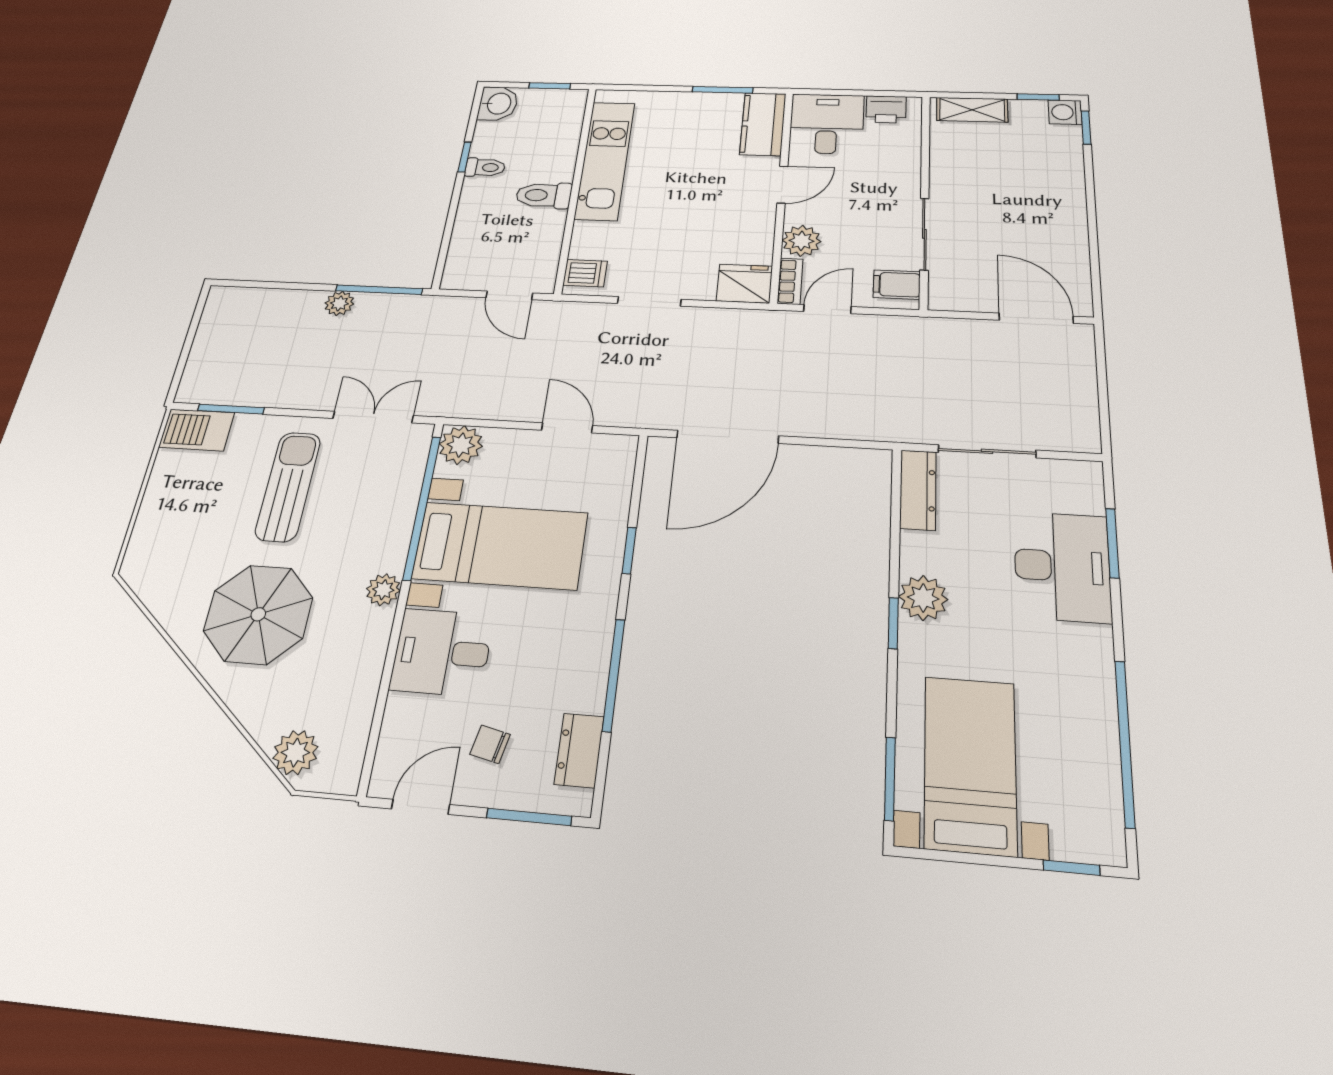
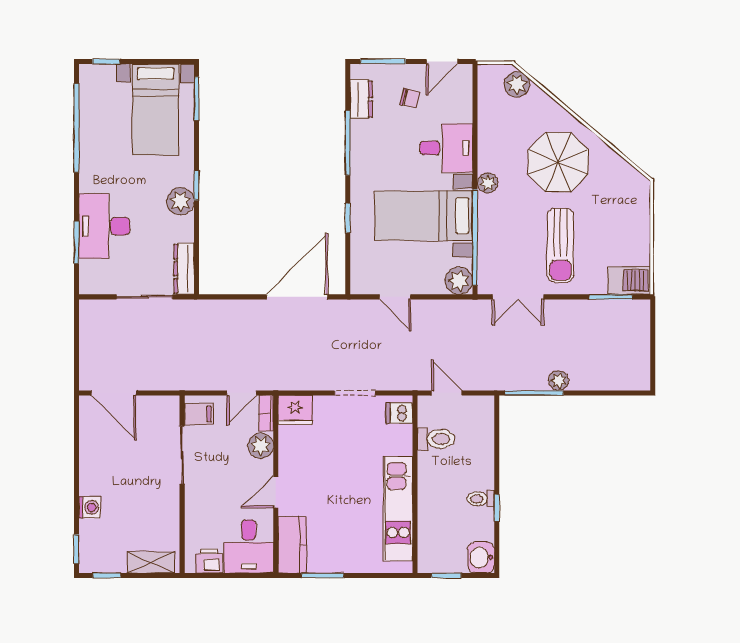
washing machine: (1065, 112) -> (90, 507), moved
toilet: (544, 195) -> (436, 439), moved

